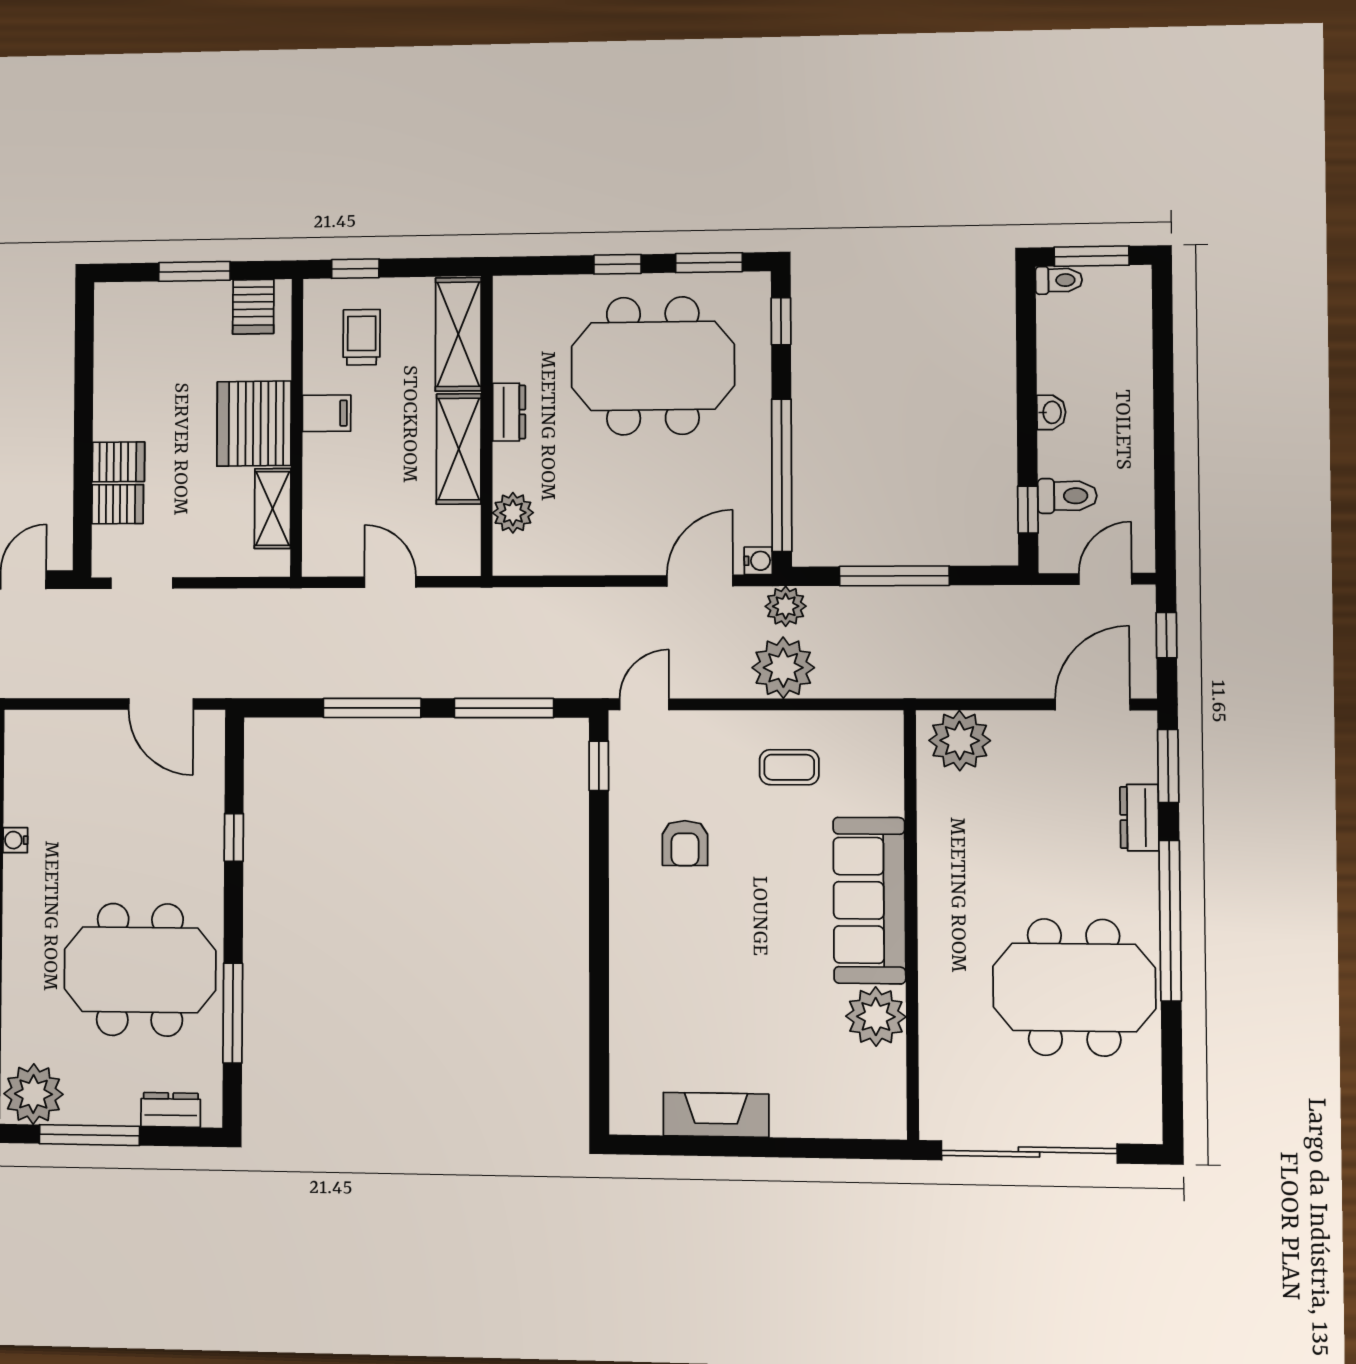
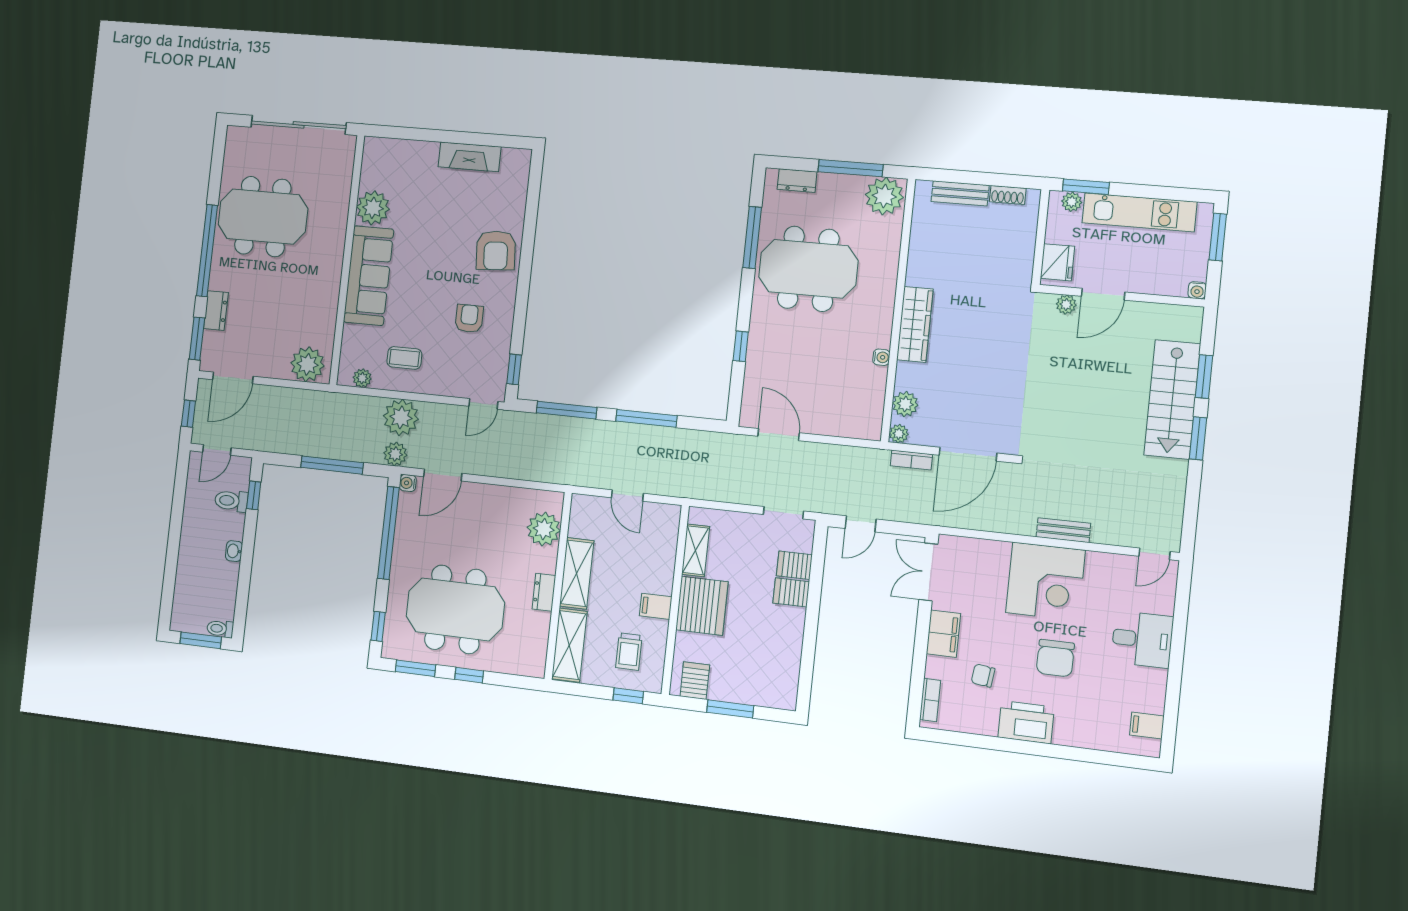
plant: (513, 513) -> (544, 529), width x1.36, depth x1.36
plant: (859, 726) -> (362, 378), added
armchair: (652, 960) -> (496, 250), added

